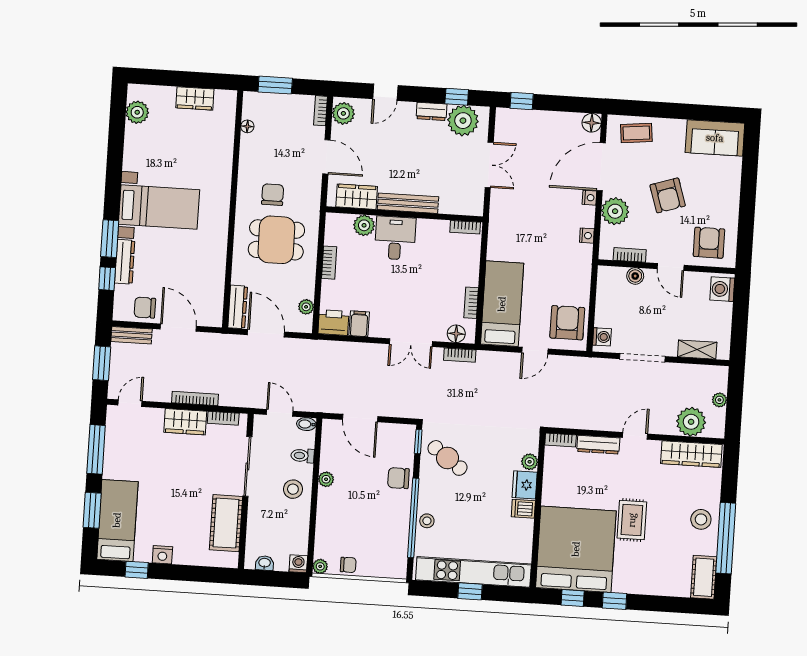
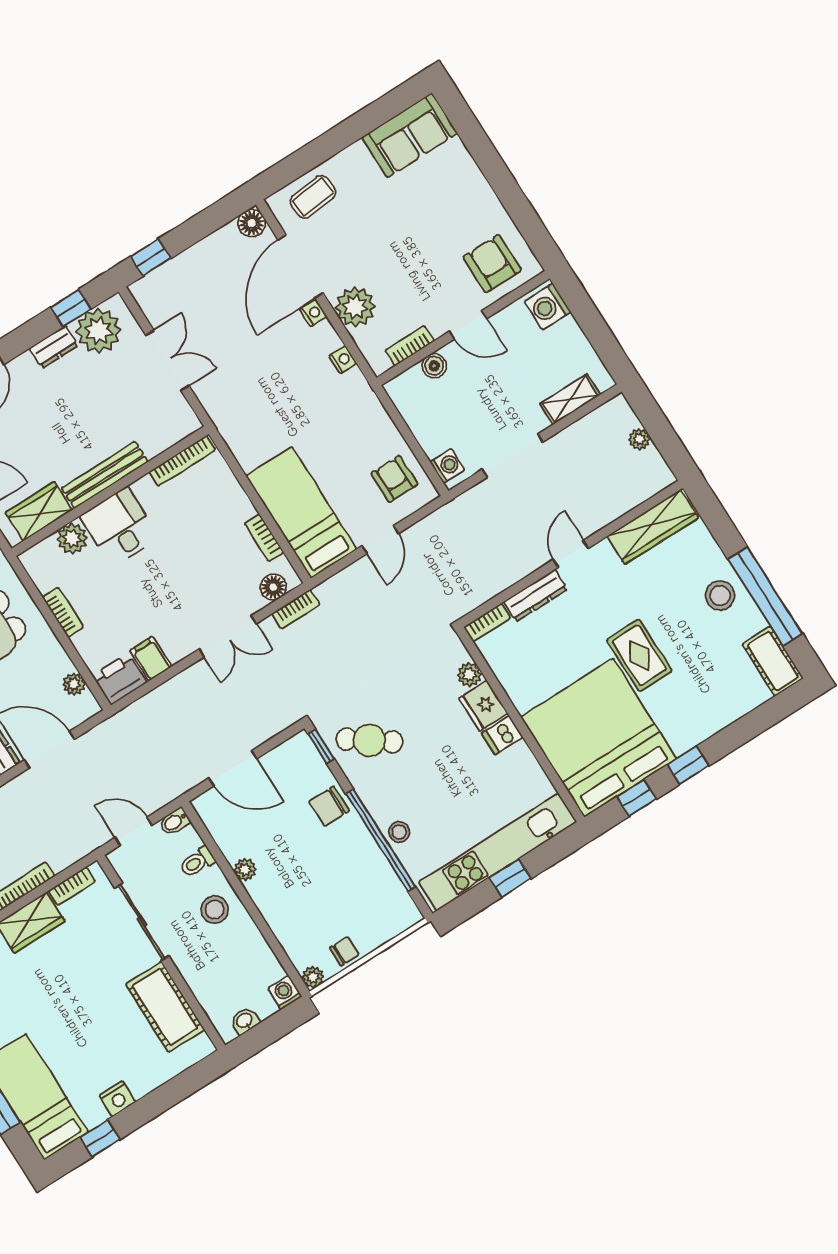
armchair: (668, 195) -> (403, 243), removed
bookcase: (465, 227) -> (182, 461), width x1.56
armchair: (567, 323) -> (394, 479), width x0.72, depth x0.72
plant: (691, 422) -> (625, 489), removed

